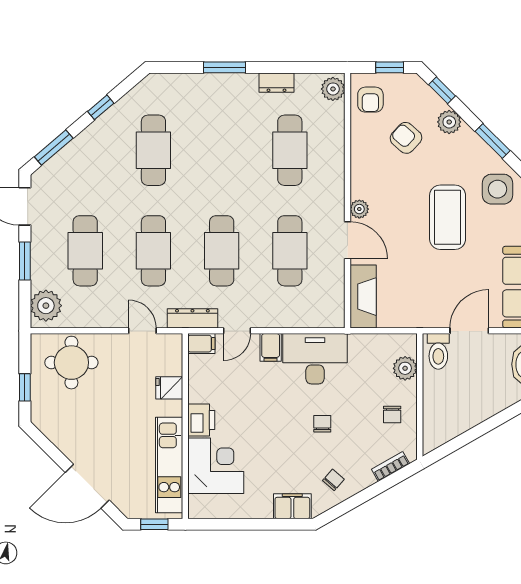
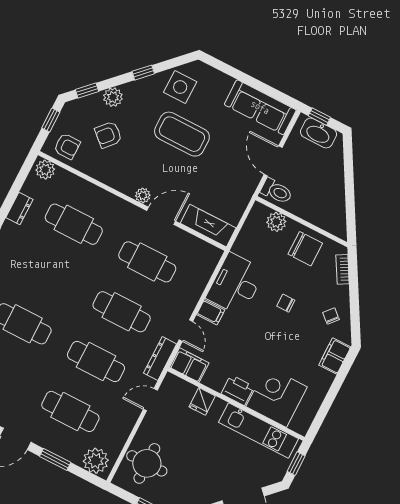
window: (493, 141) -> (143, 73), width x0.67
filing cabinet: (201, 344) -> (189, 365), width x2.00
chair: (392, 415) -> (305, 249), width x1.87, depth x1.87

